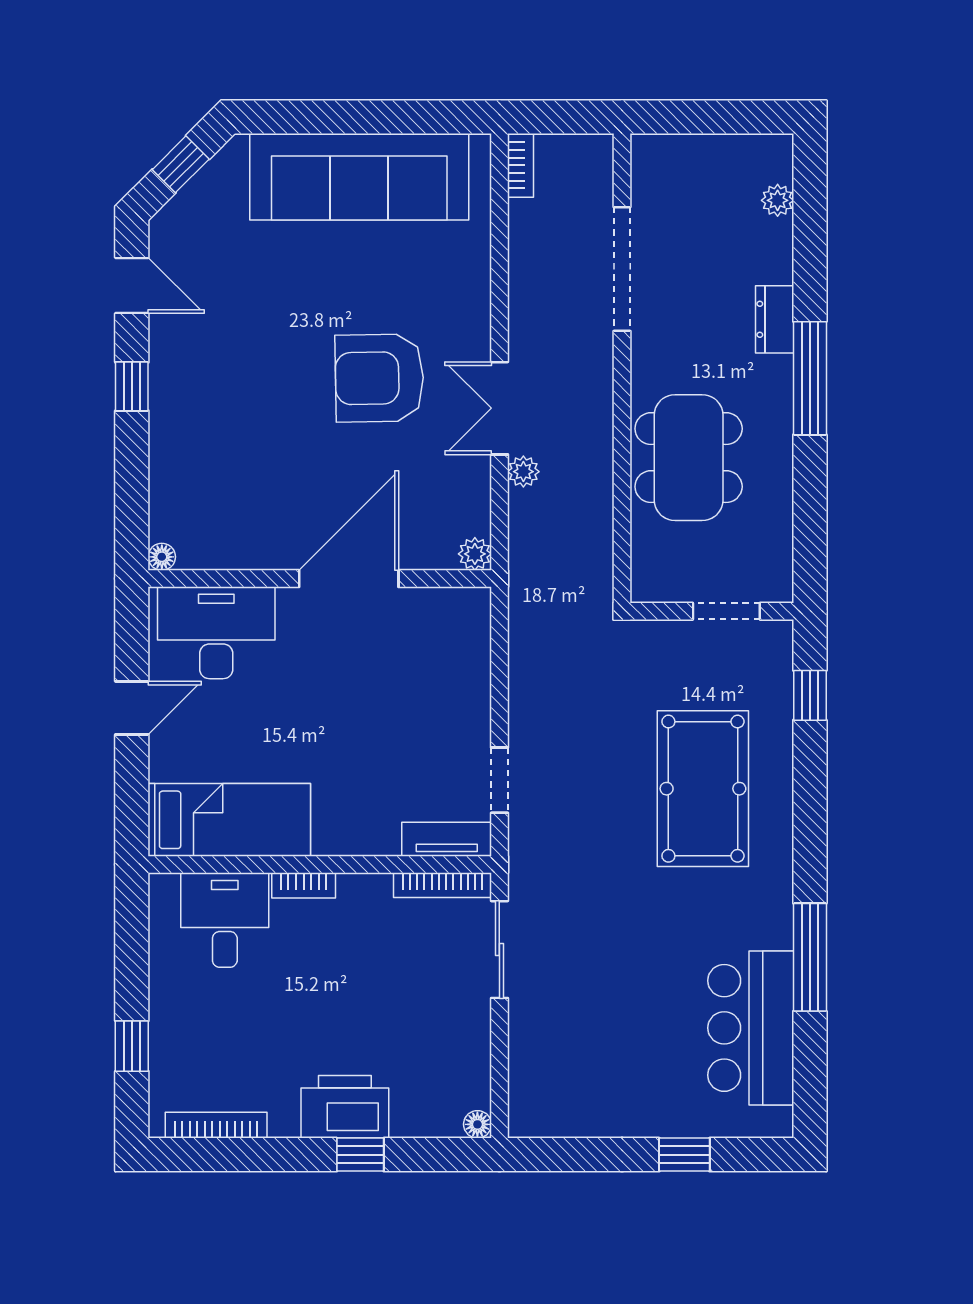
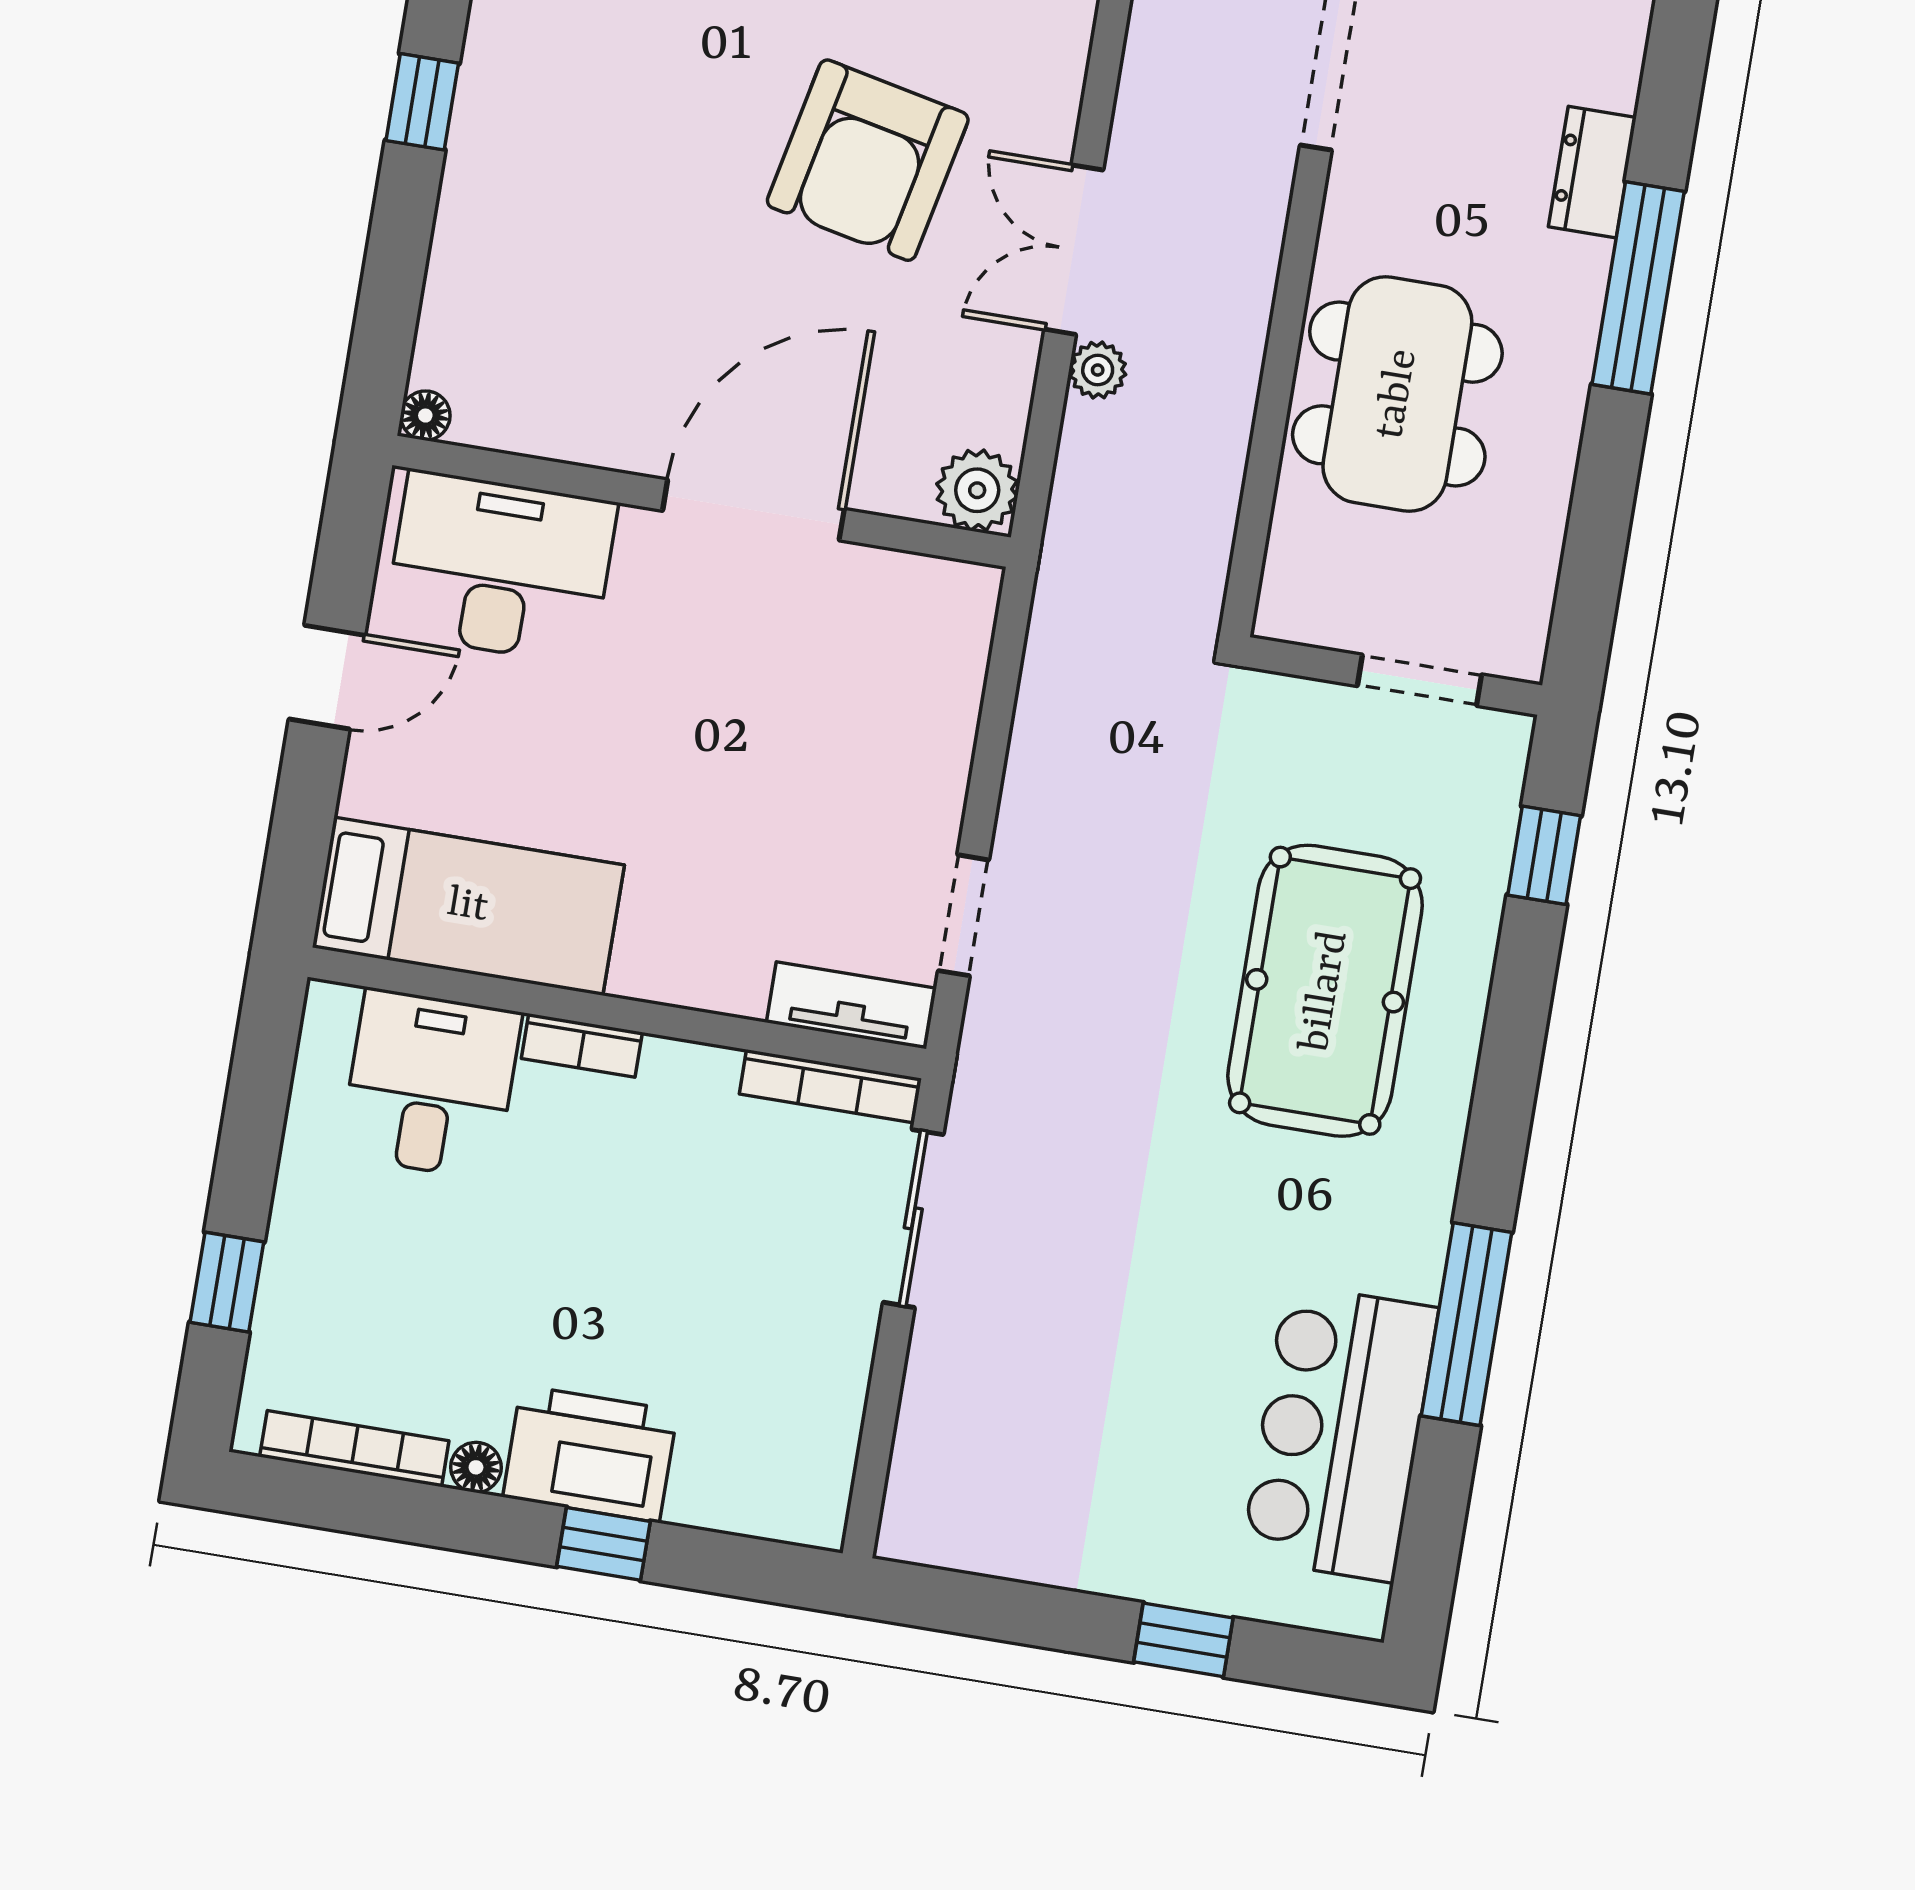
armchair: (379, 378) -> (868, 160), turned -77
plant: (475, 554) -> (977, 490), width x1.38, depth x1.38
floor lamp: (477, 1124) -> (476, 1467), moved

